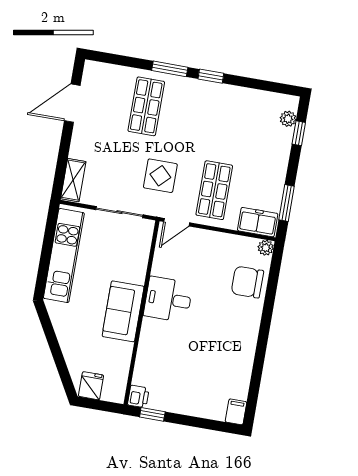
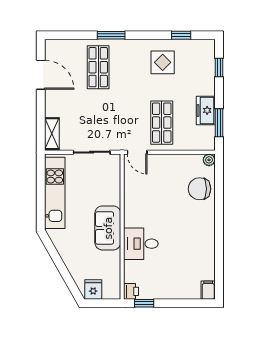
window: (211, 76) -> (181, 35), moved
door: (72, 103) -> (41, 75), swing flipped
plant: (288, 119) -> (209, 58), removed
display table: (160, 176) -> (163, 62), moved
door: (177, 222) -> (137, 152), hinge flipped
freezer: (258, 222) -> (206, 110), moved, turned -90
desk: (168, 299) -> (141, 244), moved

